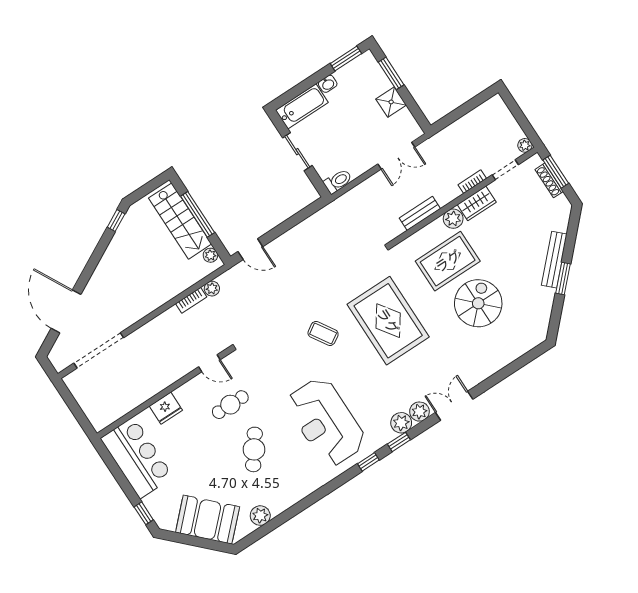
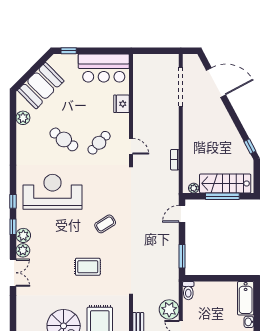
sliding door: (297, 152) -> (221, 278), removed
window: (301, 216) -> (182, 256), added
plant: (212, 289) -> (169, 309), moved, width x1.87, depth x1.87
rug: (388, 321) -> (88, 267), width x0.54, depth x0.49
door: (209, 363) -> (131, 146), swing flipped
cafe table: (230, 405) -> (99, 143), turned 43

